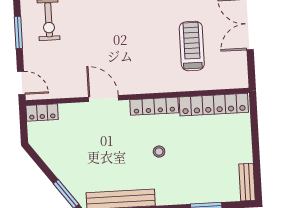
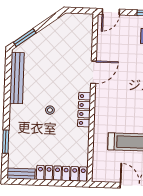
locker: (214, 105) -> (62, 173), moved, turned 90
locker: (42, 113) -> (87, 25), removed

